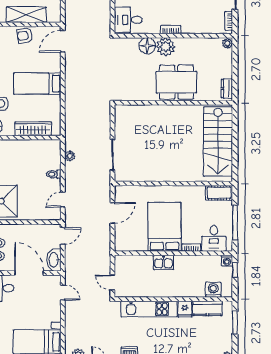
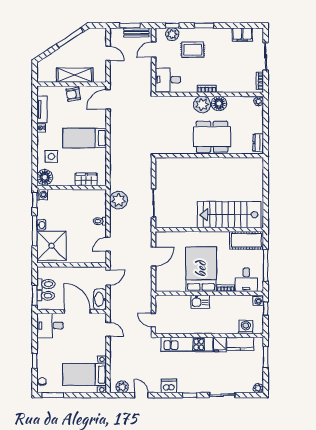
floor lamp: (147, 46) -> (219, 103), moved
wardrobe: (33, 129) -> (86, 179), width x0.67
stairs: (218, 142) -> (229, 215), moved, turned 90
plant: (70, 156) -> (119, 200), width x1.88, depth x1.88
cot: (219, 193) -> (246, 240), width x1.37, depth x1.34

